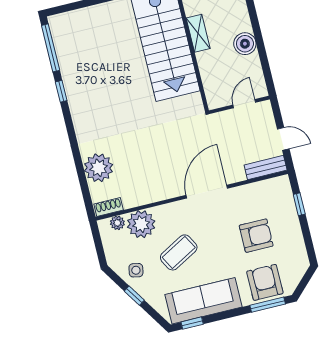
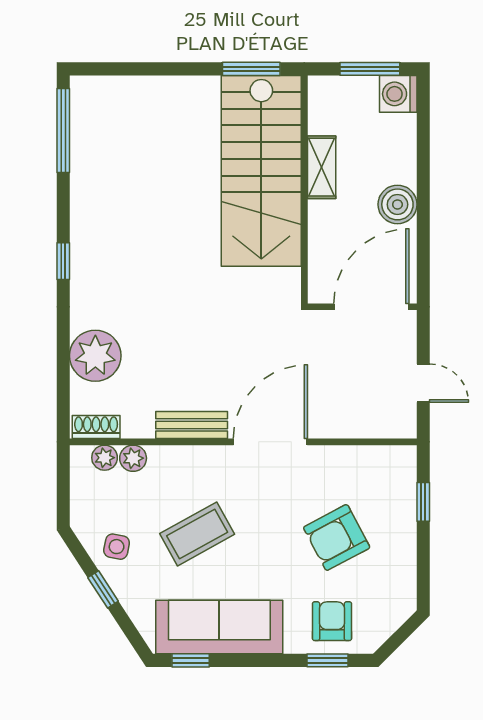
window: (61, 91) -> (63, 261), moved
door: (244, 104) -> (371, 307), width x1.87
bench: (266, 168) -> (192, 425), moved
plant: (141, 224) -> (133, 458), width x0.53, depth x0.53
armchair: (256, 236) -> (337, 537), turned 152
armchair: (265, 282) -> (332, 621), width x0.72, depth x0.72
window: (268, 305) -> (328, 660), width x0.67

